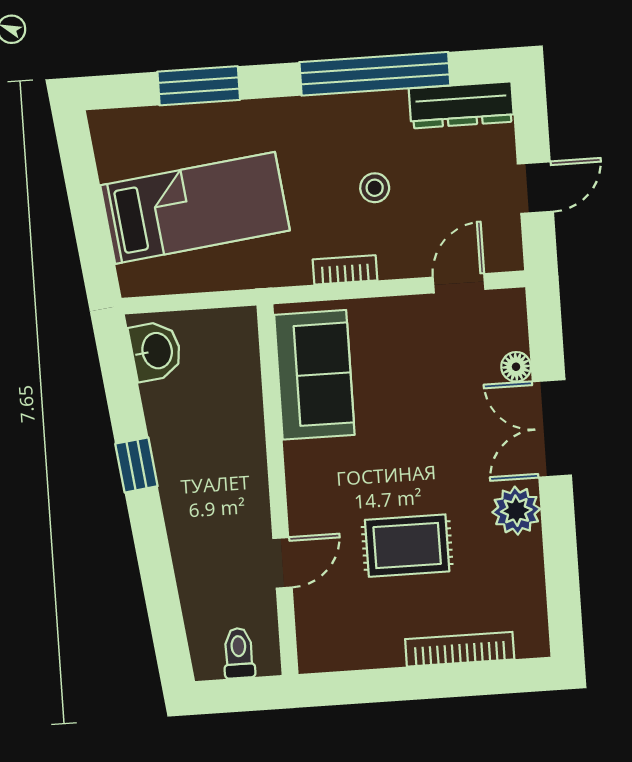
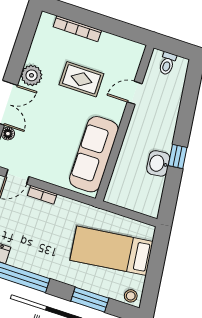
stool: (375, 188) -> (131, 296), moved
bookcase: (345, 270) -> (42, 195), moved
washbasin: (156, 351) -> (158, 163), moved
sofa: (314, 375) -> (94, 154), width x1.36

